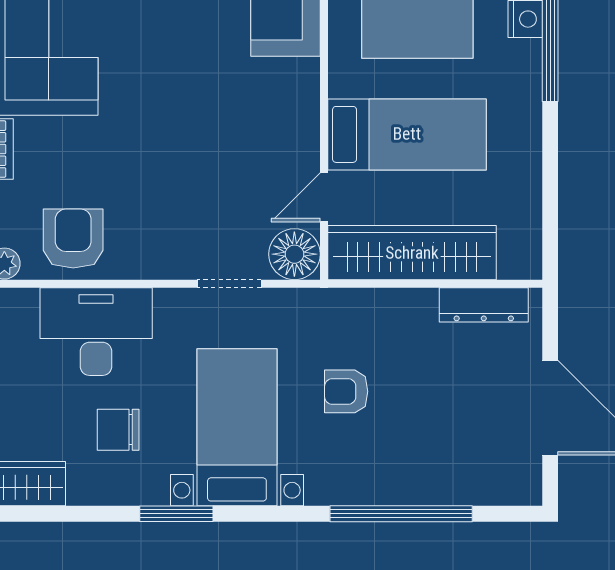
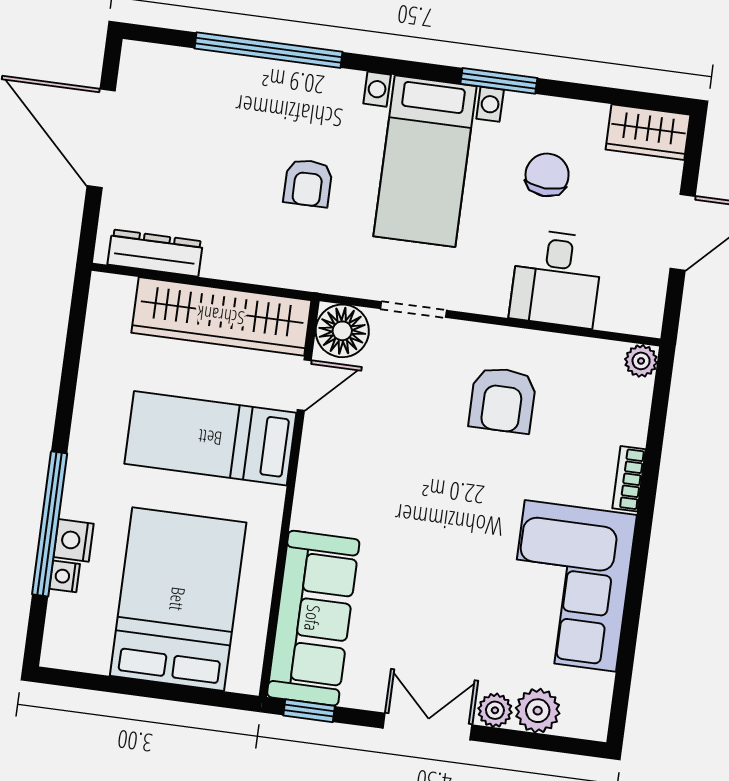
armchair: (73, 239) -> (503, 400), moved
desk: (96, 332) -> (556, 279), width x0.73
armchair: (346, 391) -> (308, 183), turned 90
chair: (118, 430) -> (547, 175), turned -88

